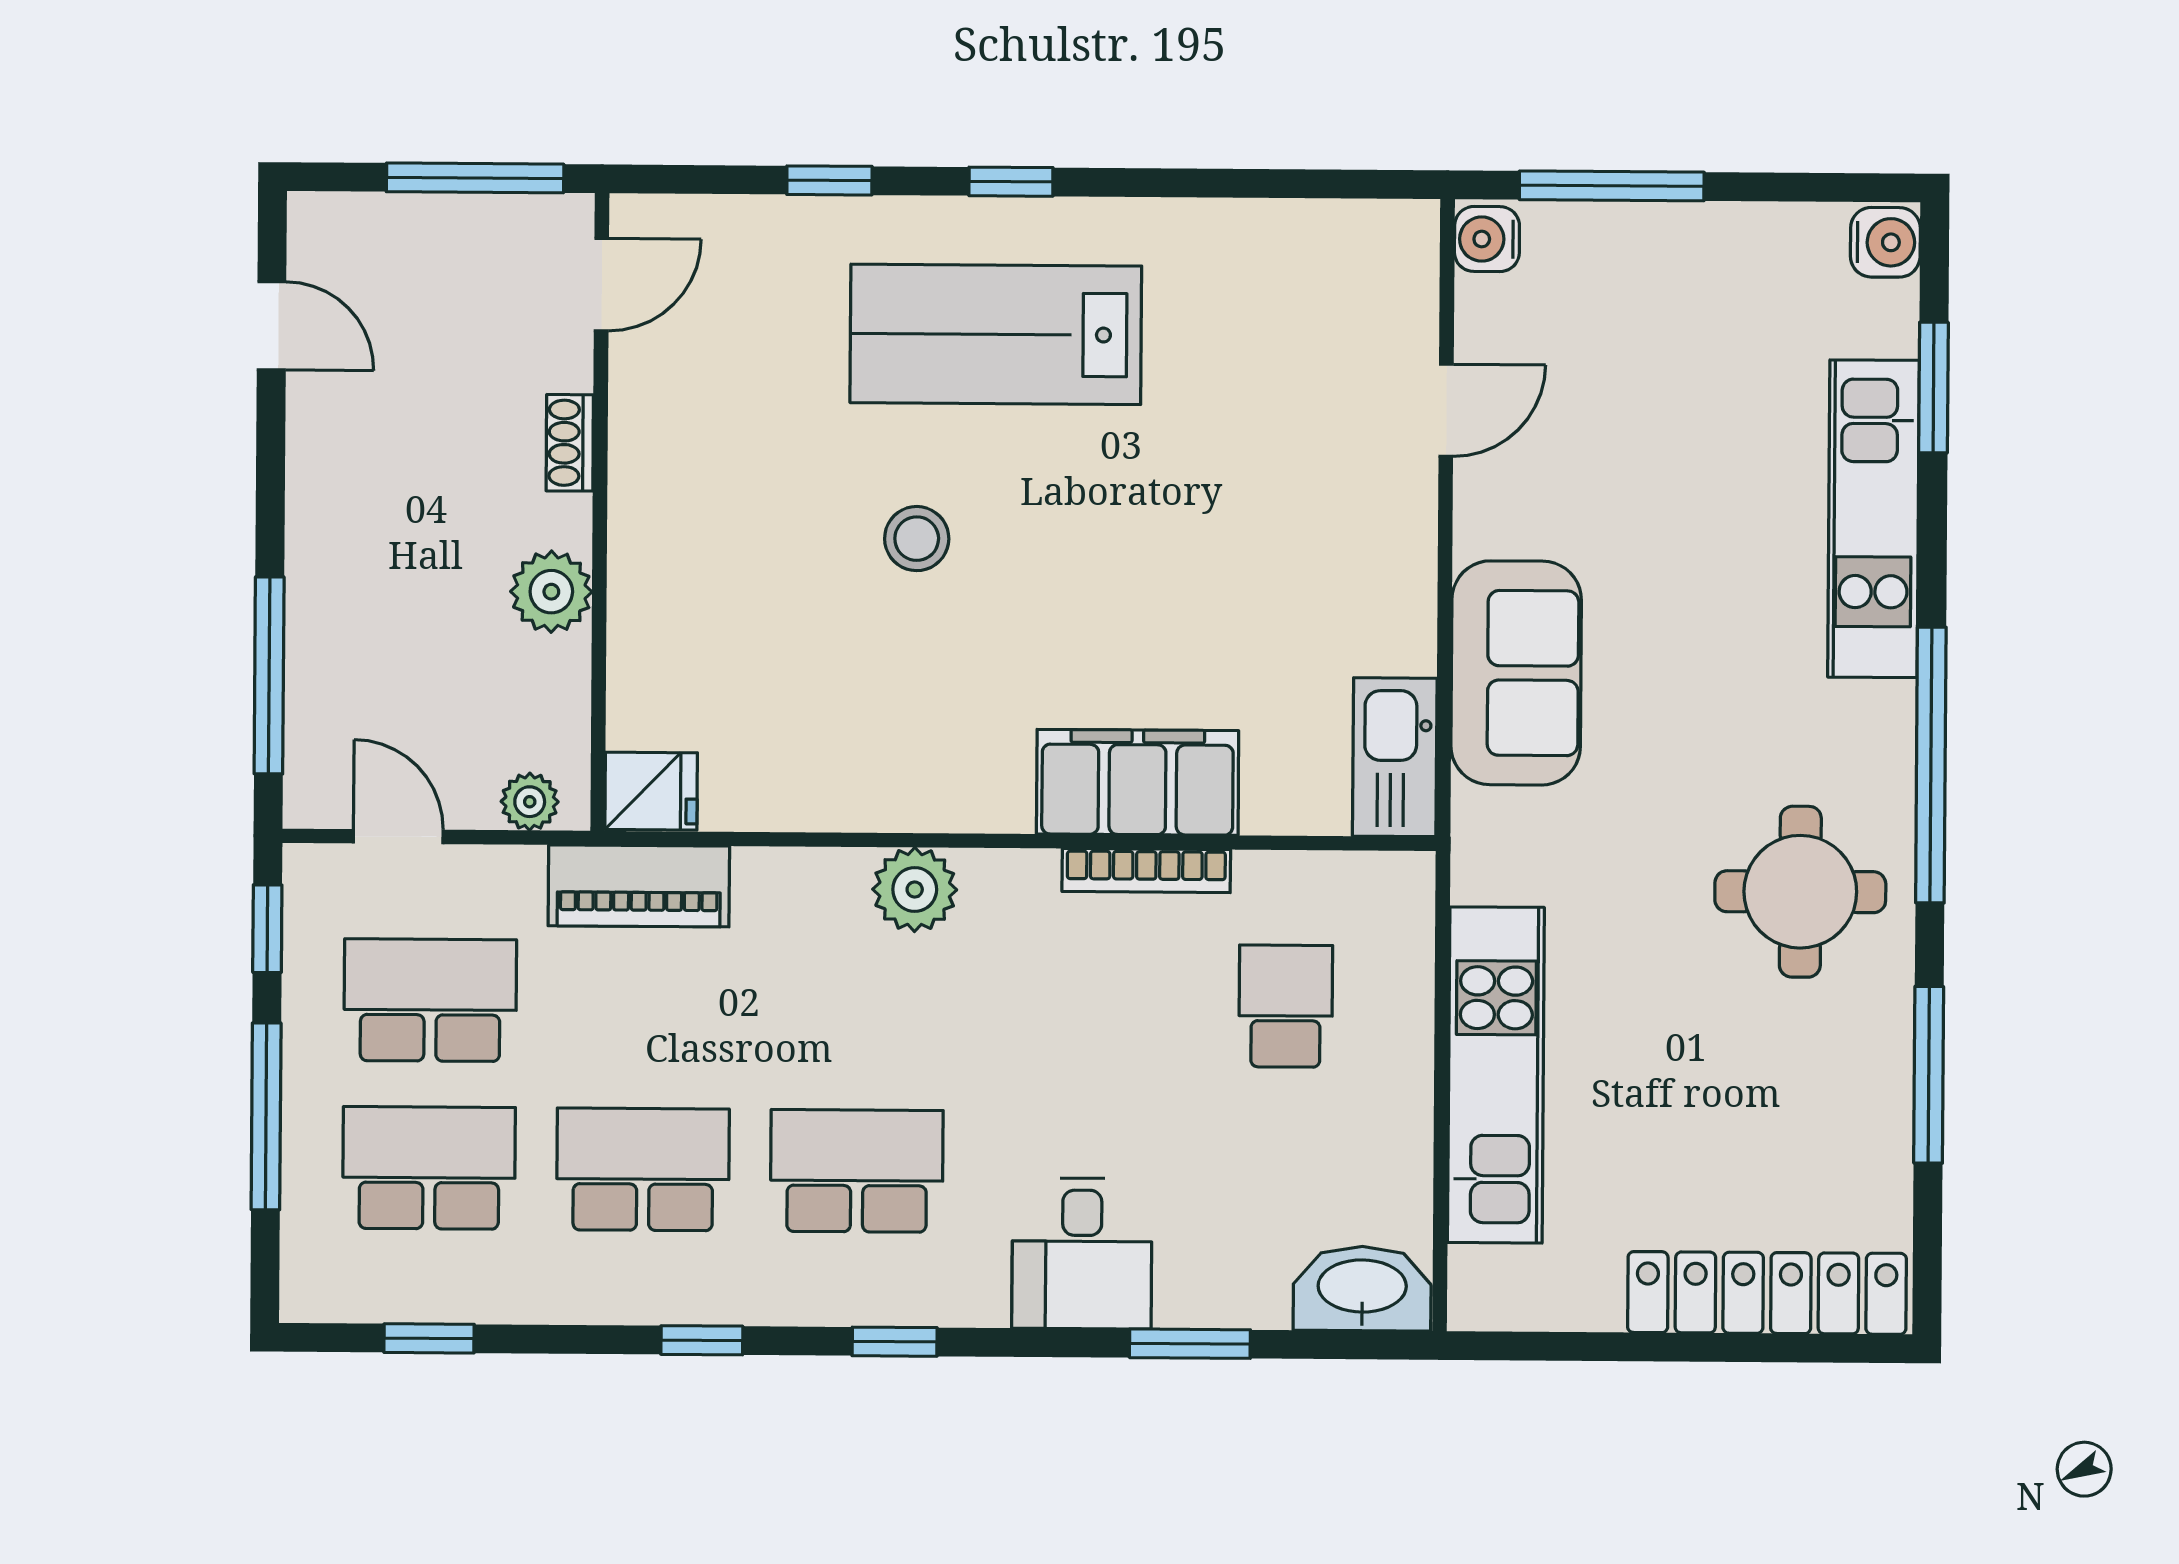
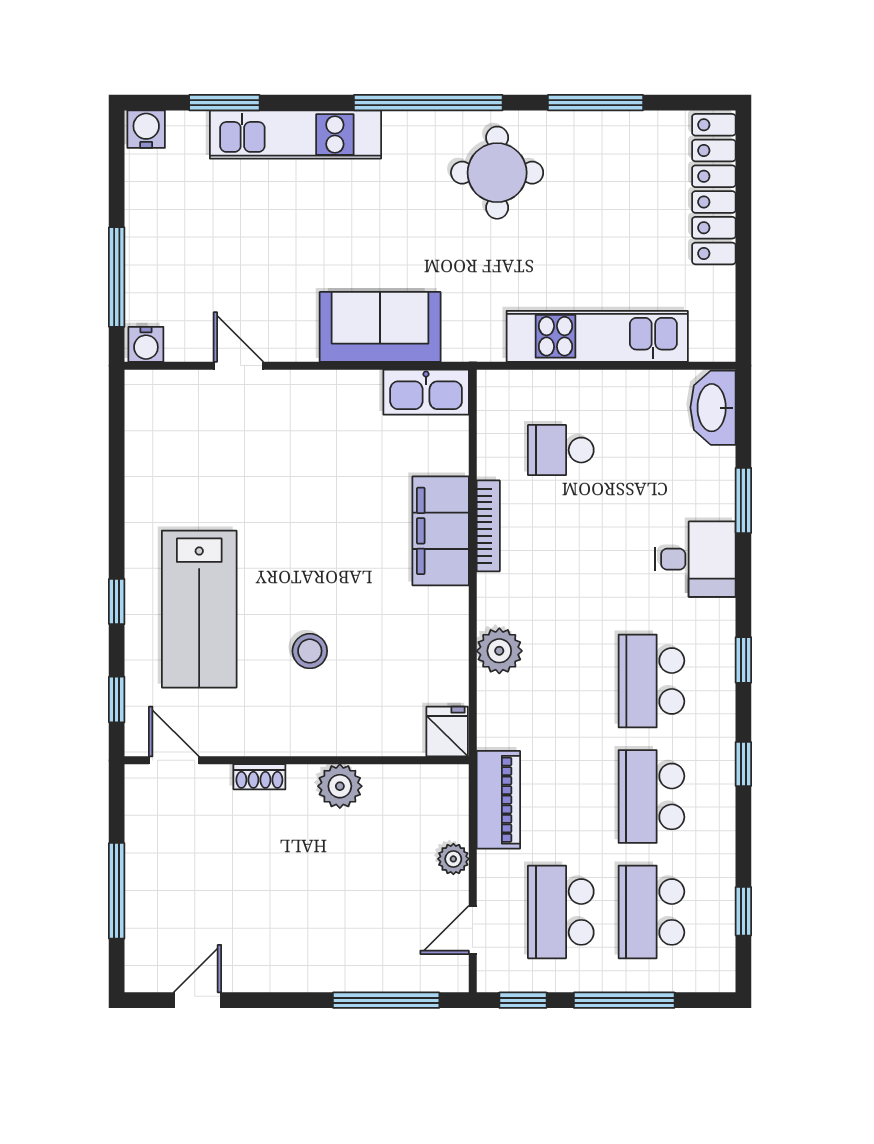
door: (601, 285) -> (174, 760), moved
shoe rack: (570, 443) -> (259, 777), moved
wall: (600, 512) -> (297, 760), moved
plant: (551, 592) -> (340, 786), moved
fridge: (651, 791) -> (447, 732), moved

